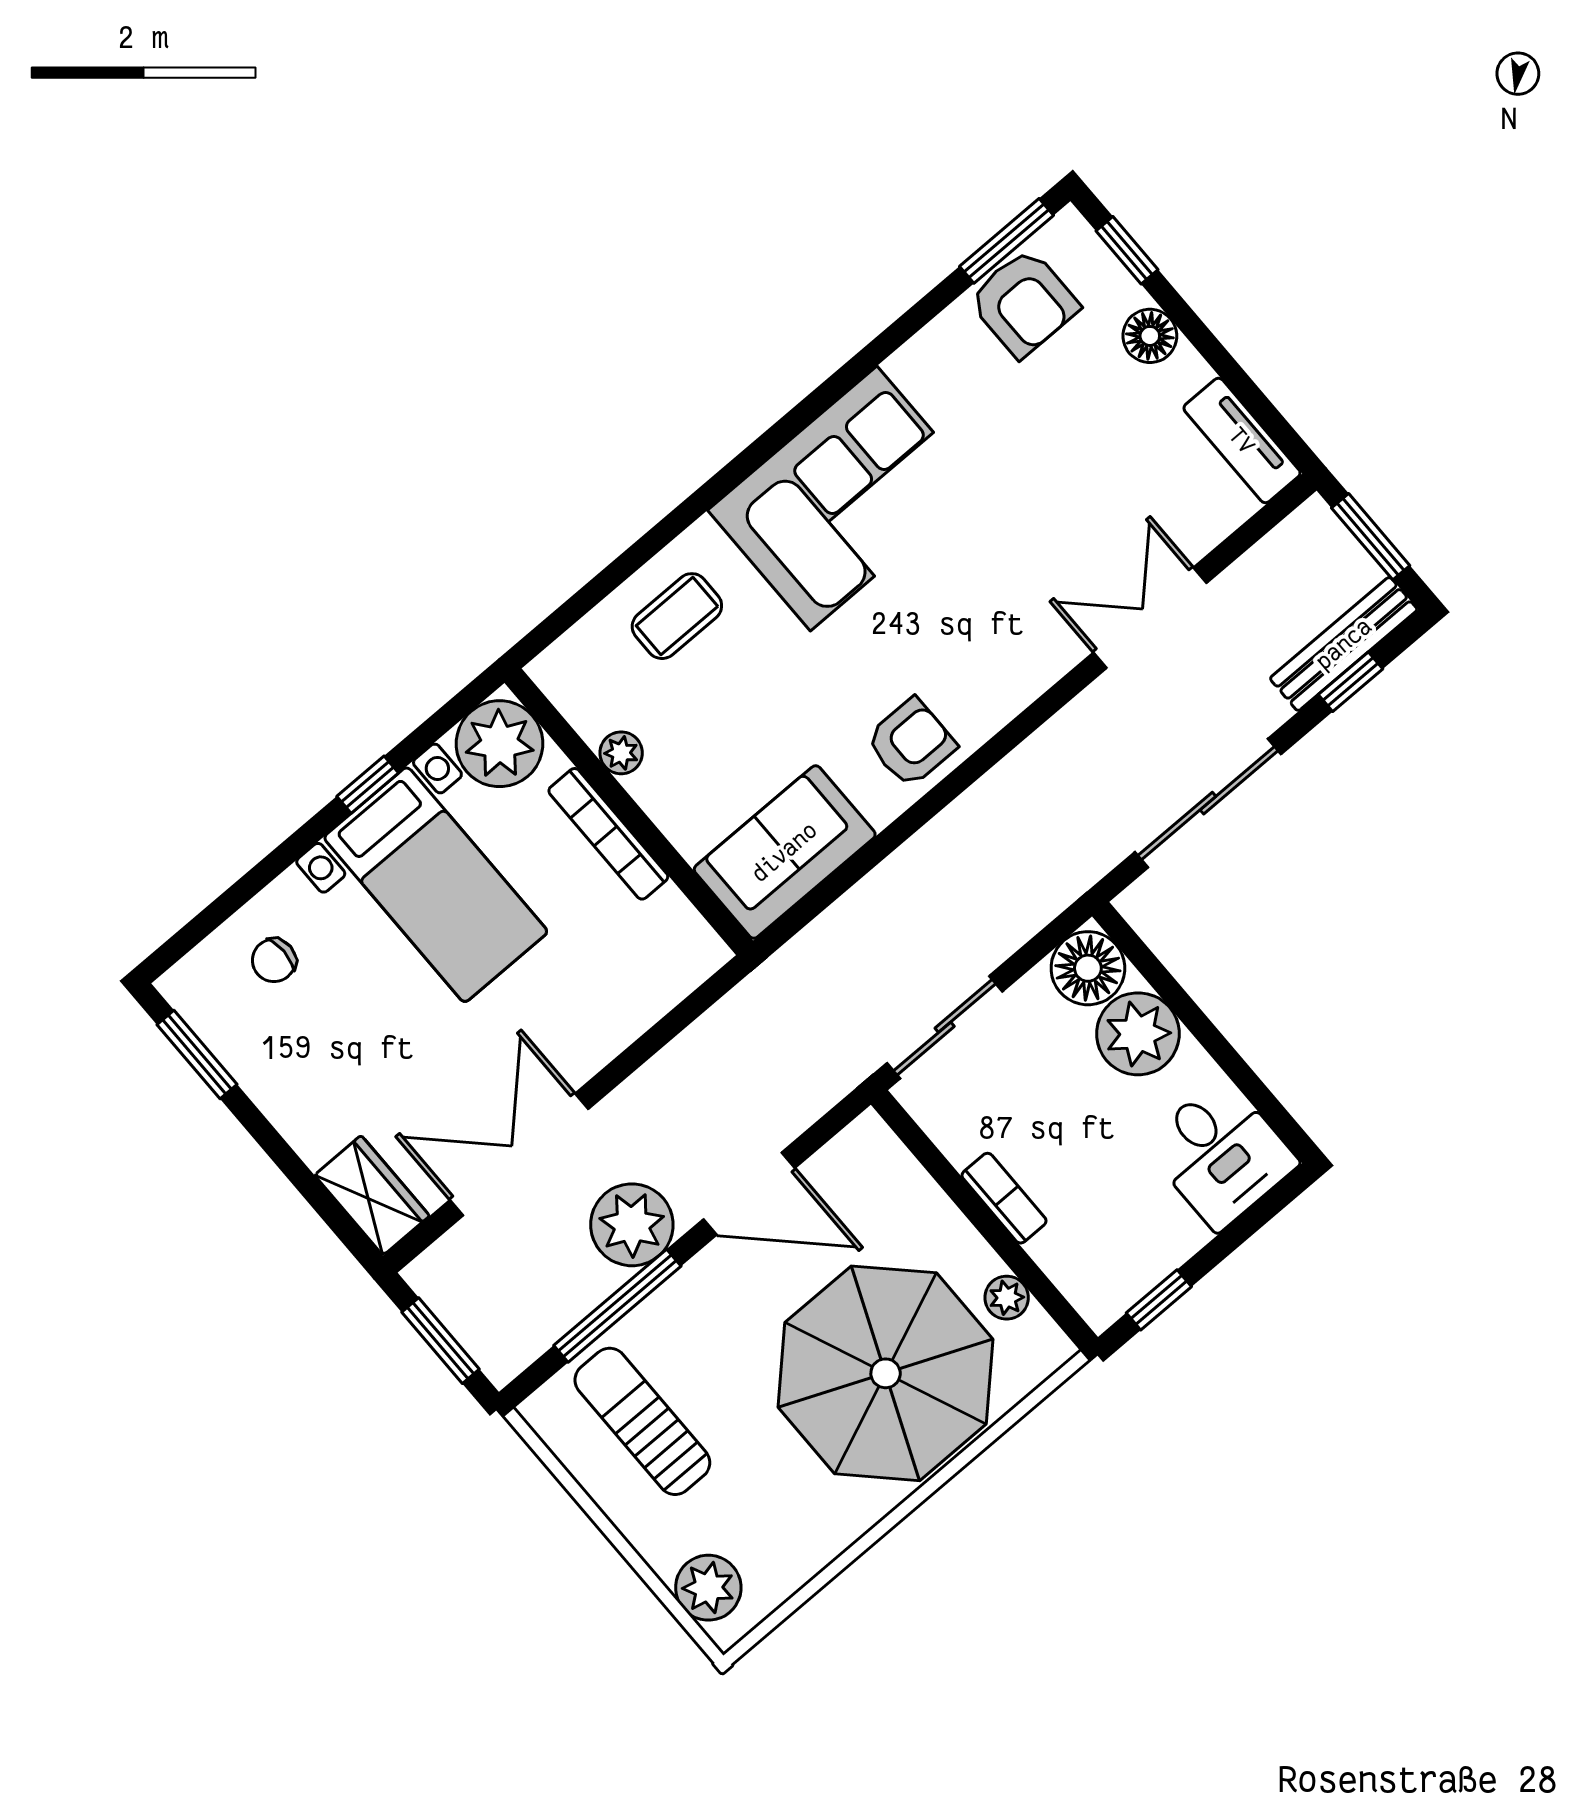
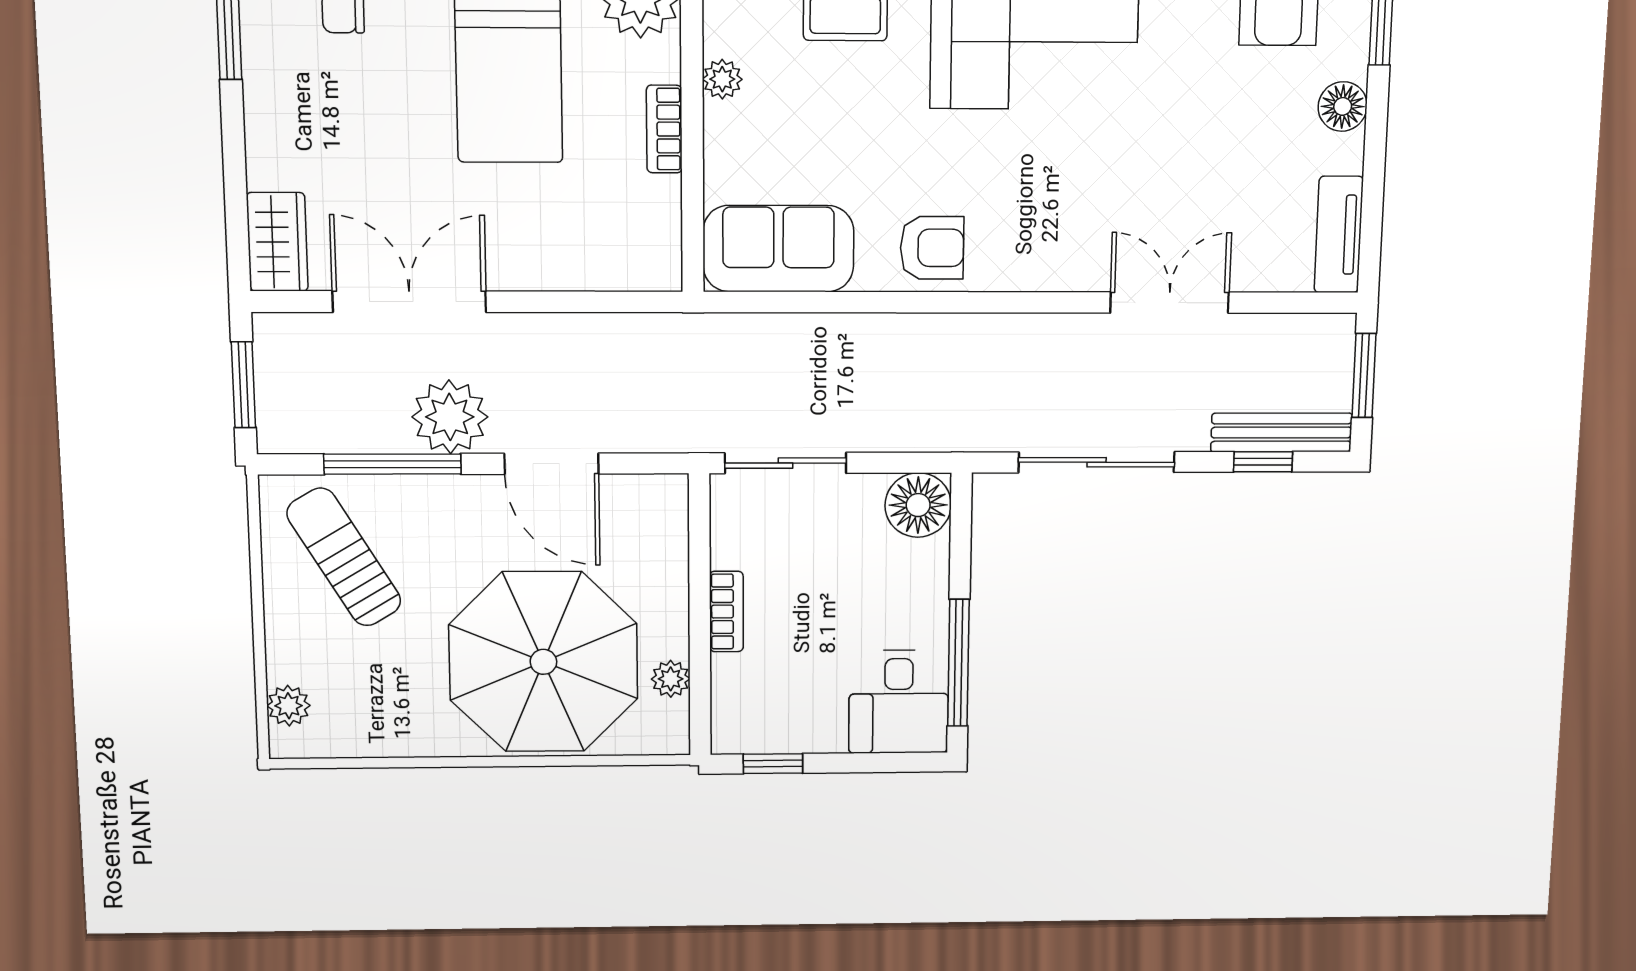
bookcase: (608, 834) -> (664, 129), width x0.64
plant: (1138, 1034) -> (913, 577), removed
window: (1242, 1076) -> (958, 663), added
sun lounger: (642, 1421) -> (344, 557), turned -31
plant: (708, 1588) -> (289, 706), width x0.73, depth x0.73

